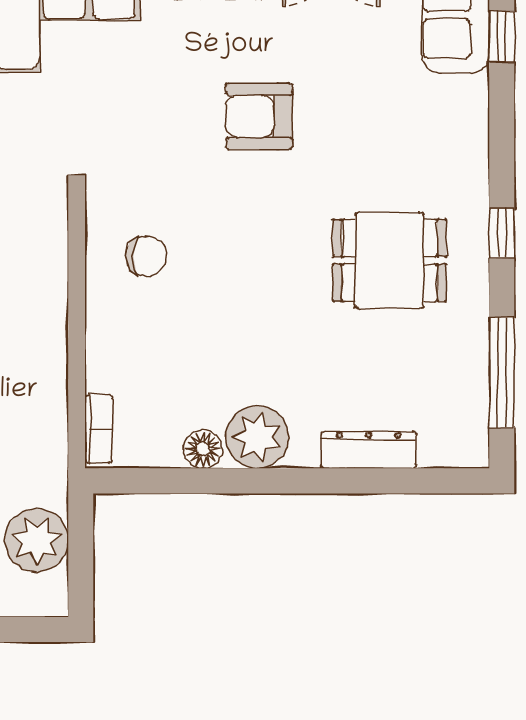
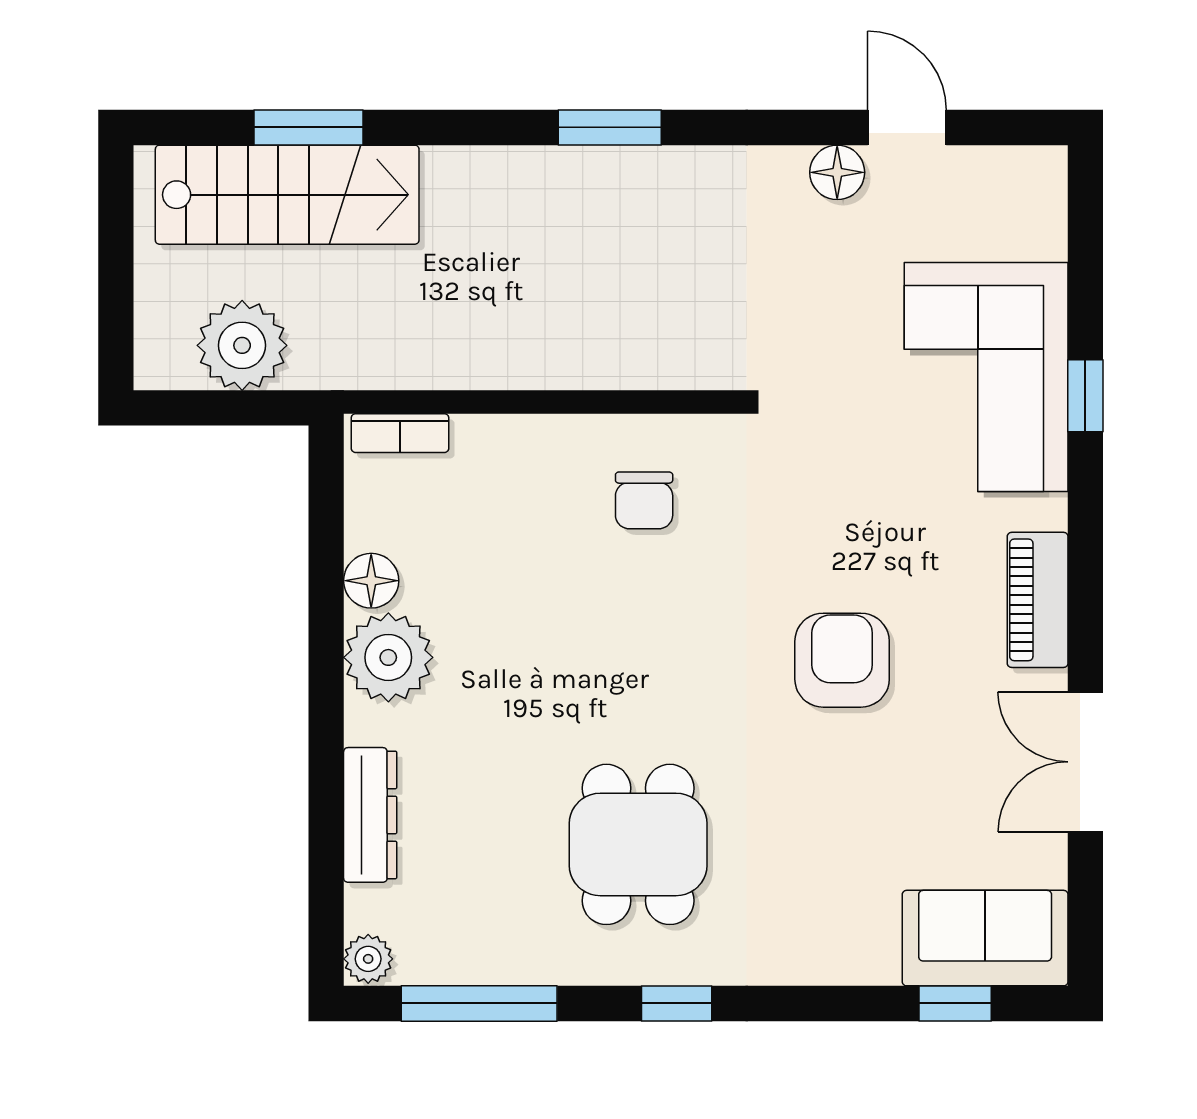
plant: (470, 451) -> (368, 959), added

